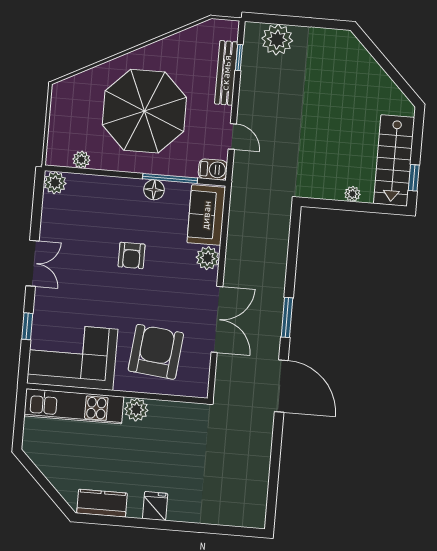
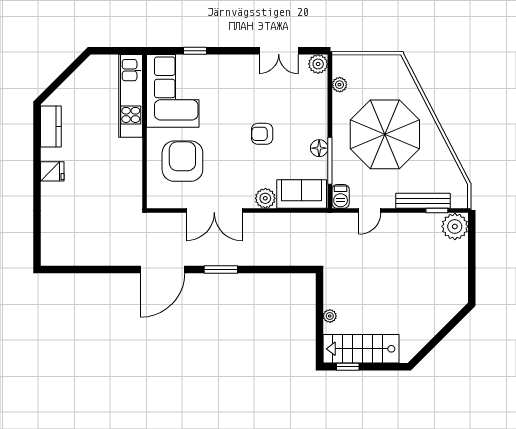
plant: (277, 40) -> (455, 226), moved
double door: (32, 263) -> (279, 51), moved
armchair: (156, 352) -> (182, 161), turned -96
plant: (136, 410) -> (132, 149), removed

